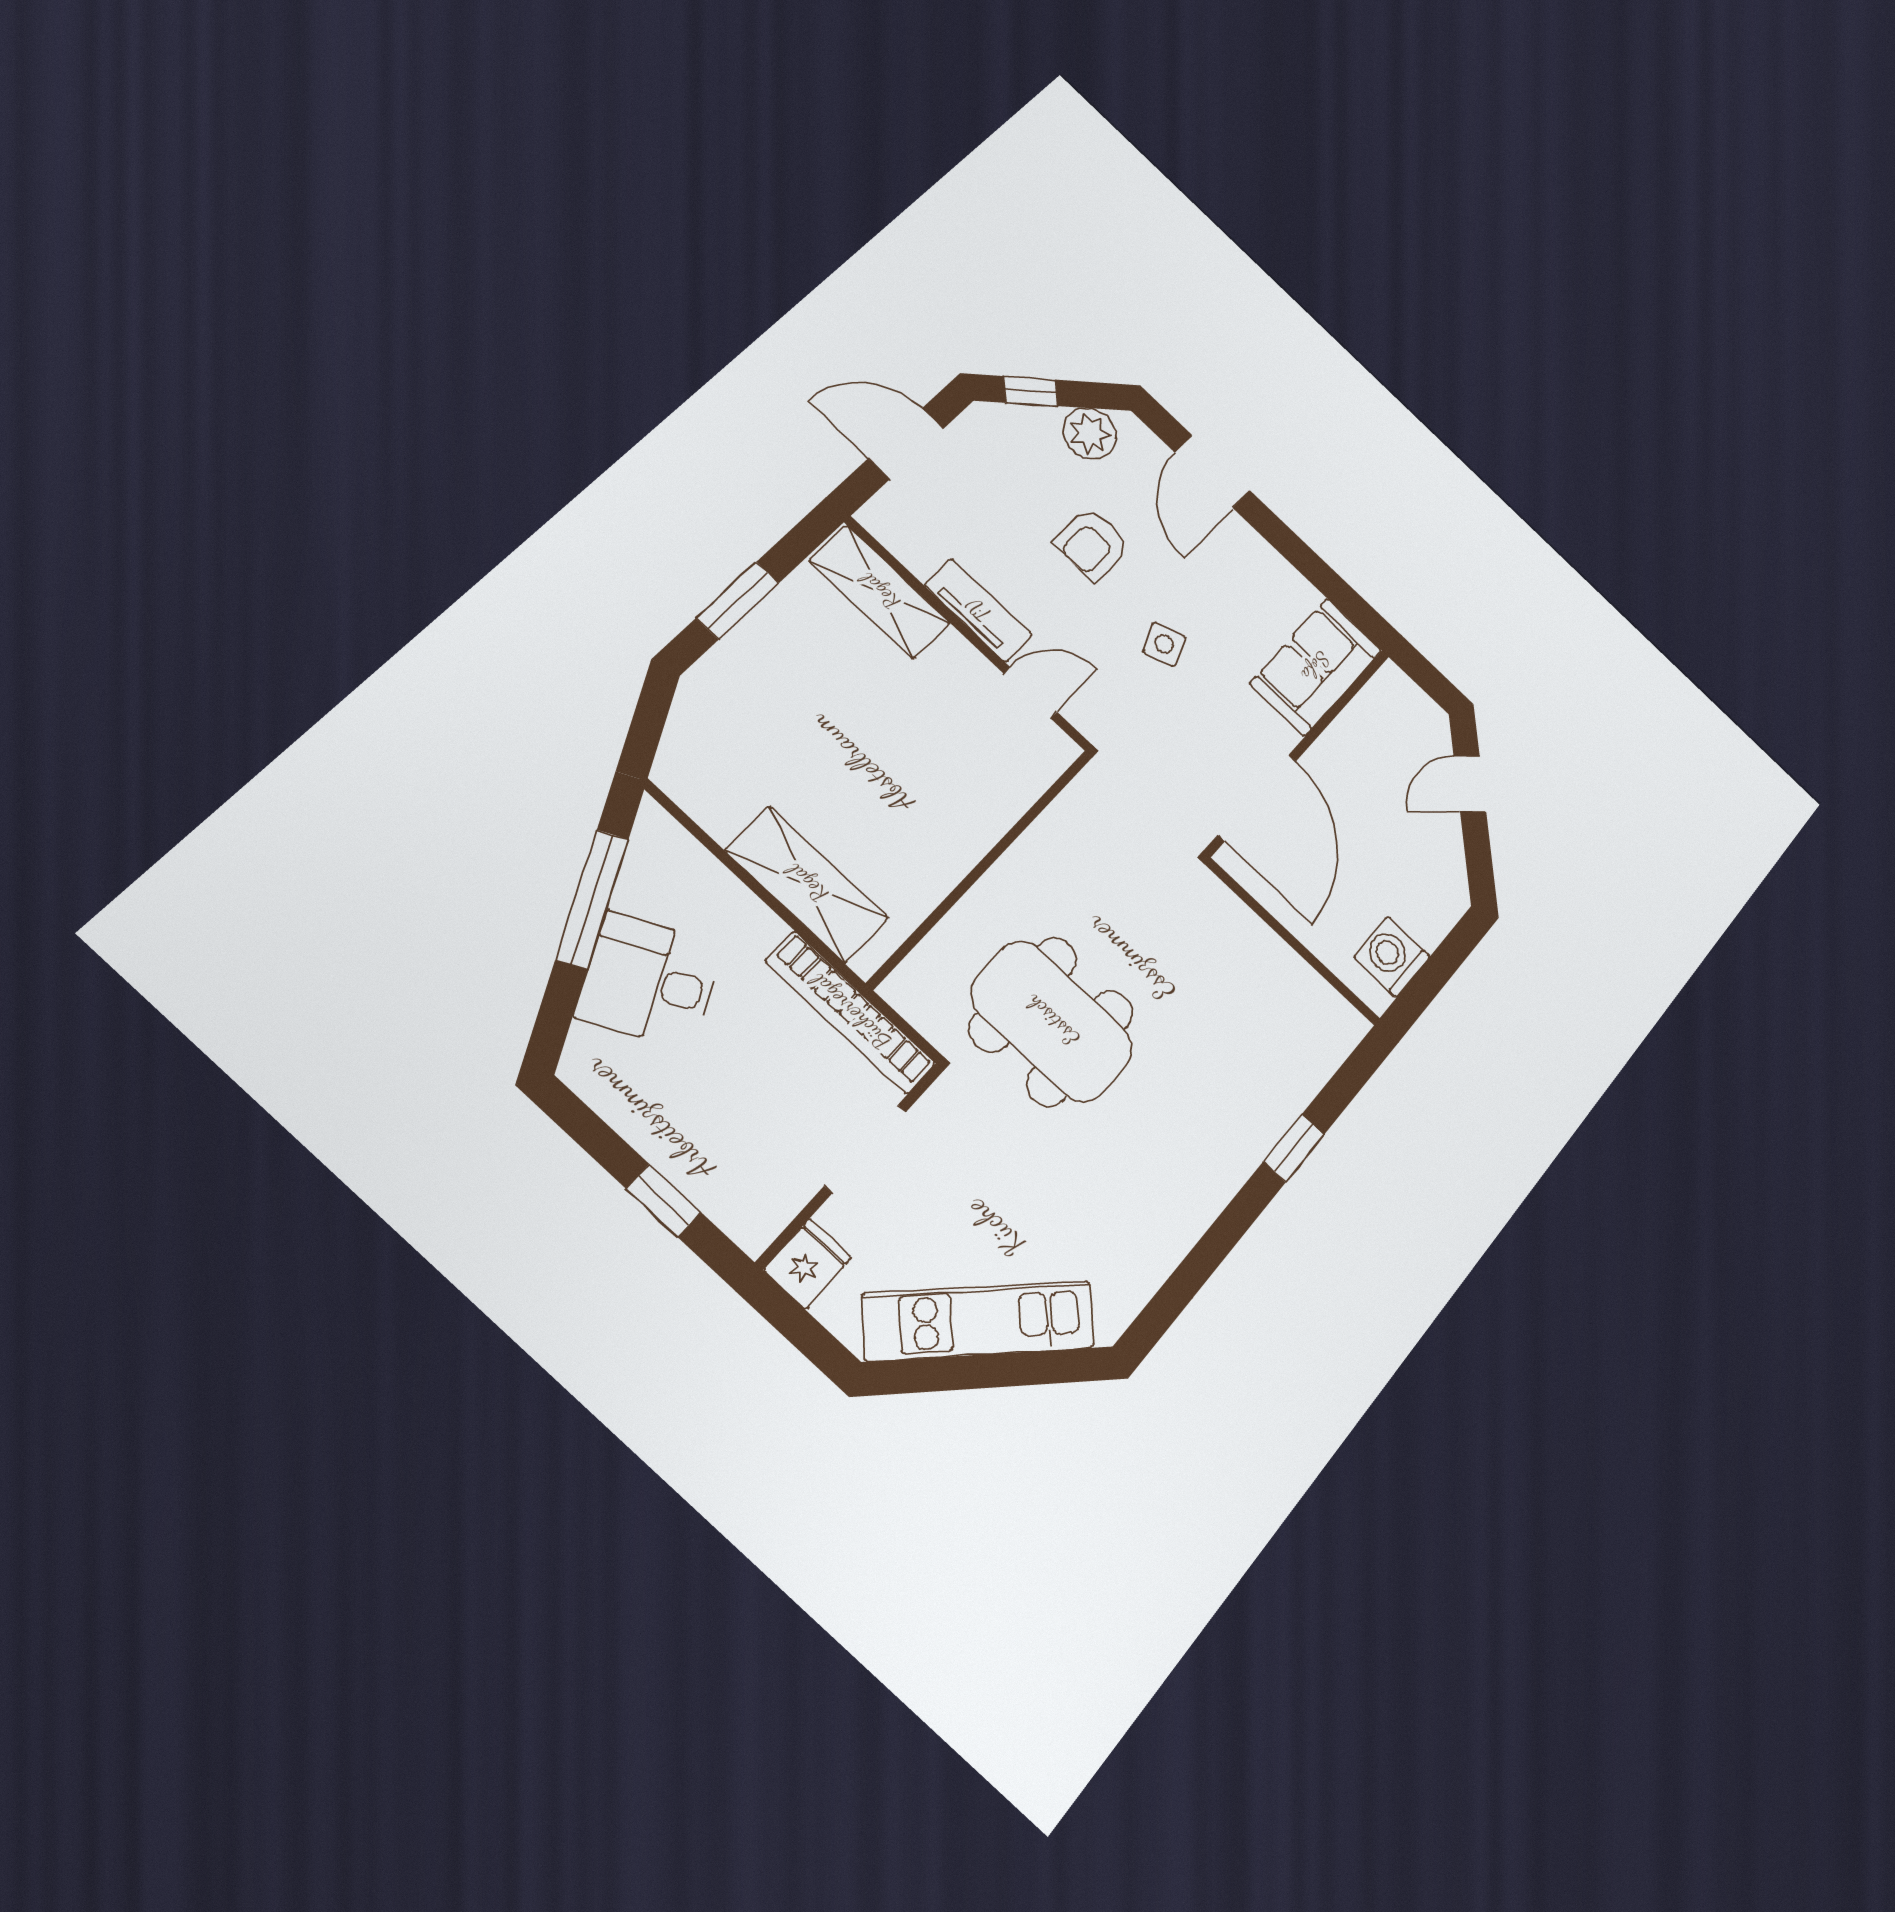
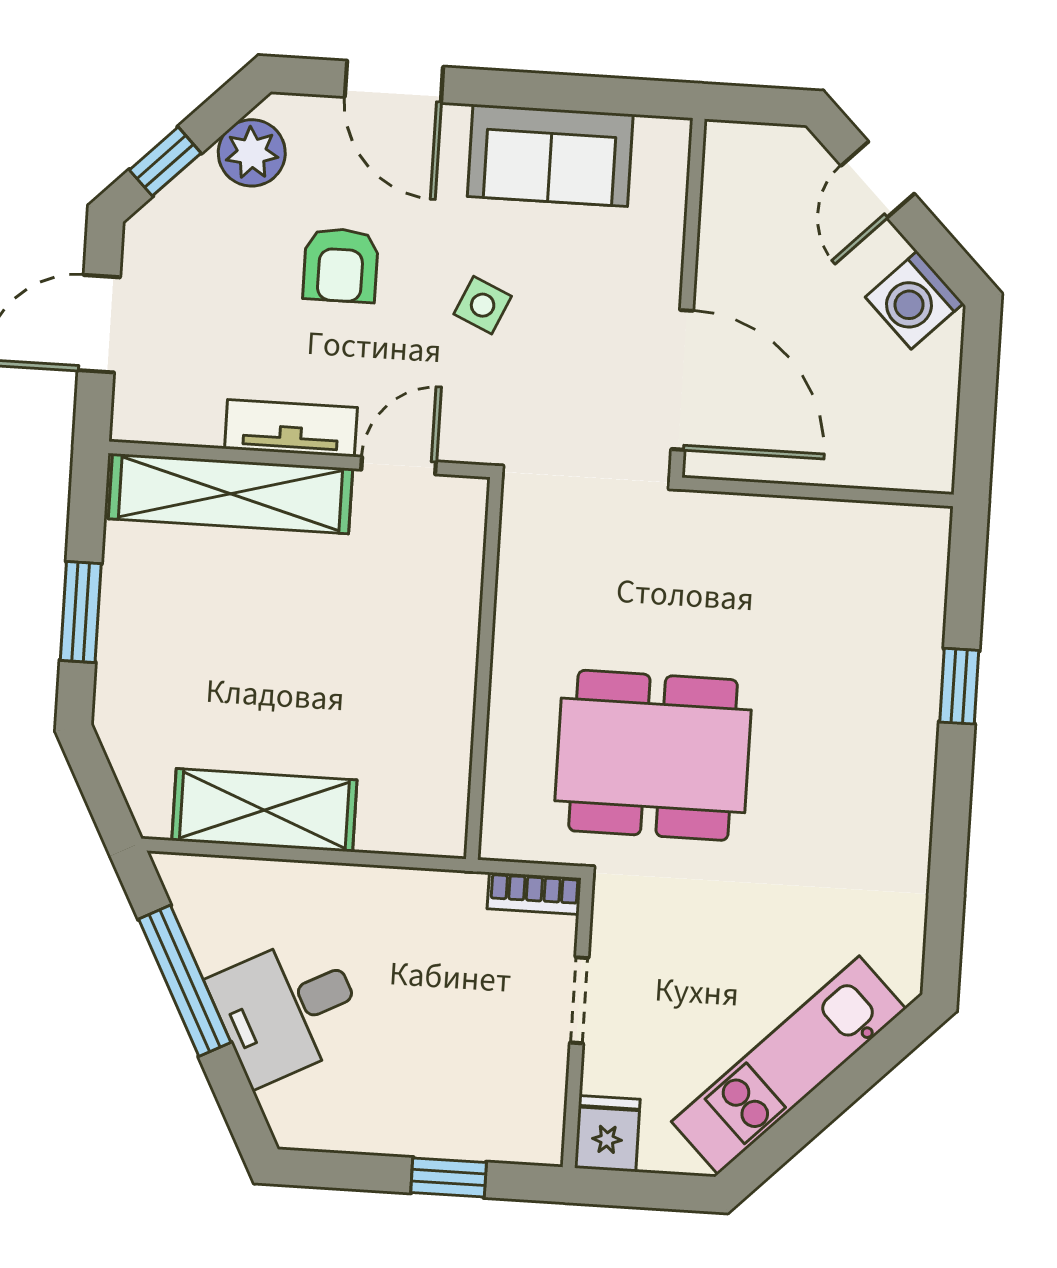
shelving: (880, 592) -> (231, 494), width x1.47
side table: (1164, 644) -> (483, 305), turned 45
sofa: (1316, 667) -> (550, 155), moved, turned -90
shelving: (807, 884) -> (264, 810), moved
washing machine: (1392, 957) -> (914, 300), moved, turned -45
bookcase: (850, 1012) -> (534, 893), width x0.43, depth x0.76
doorway: (865, 1149) -> (579, 1000), width x0.73

